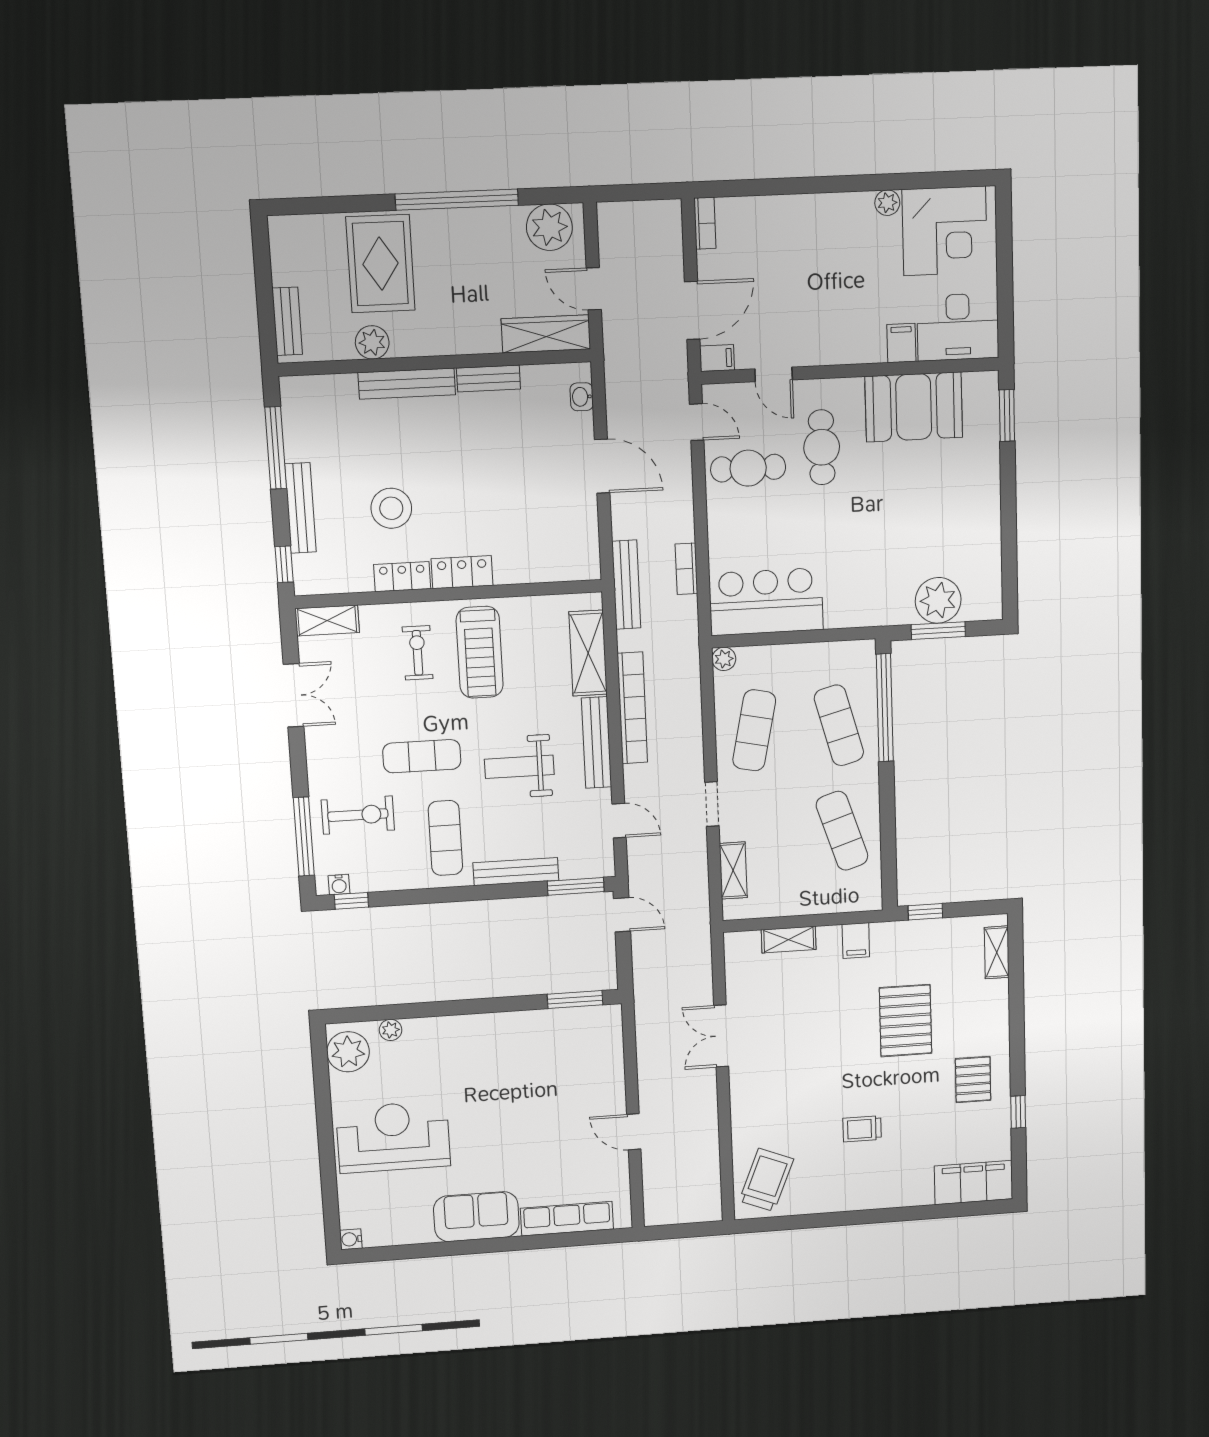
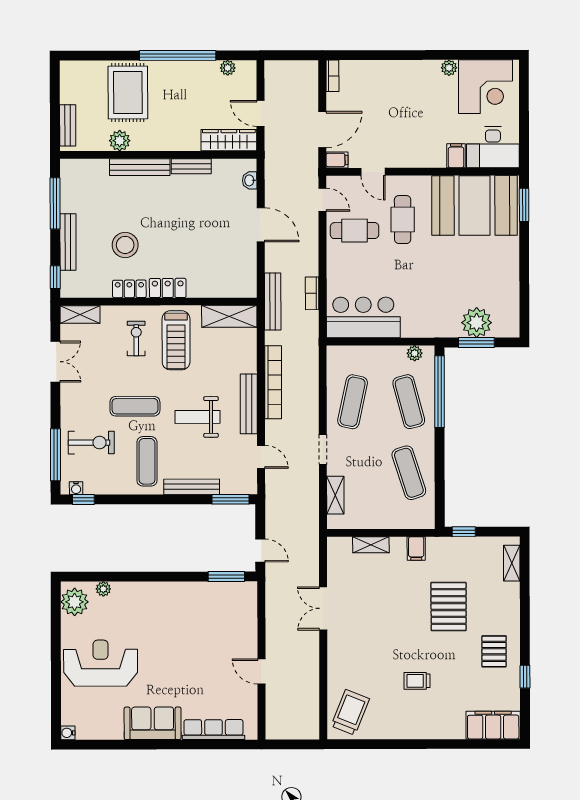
plant: (549, 227) -> (228, 68), width x0.53, depth x0.53
booth: (914, 407) -> (475, 205), width x1.36, depth x1.42
shelving: (588, 653) -> (229, 316), moved, turned 90
plant: (724, 659) -> (415, 353), moved
door: (622, 915) -> (260, 551), moved

